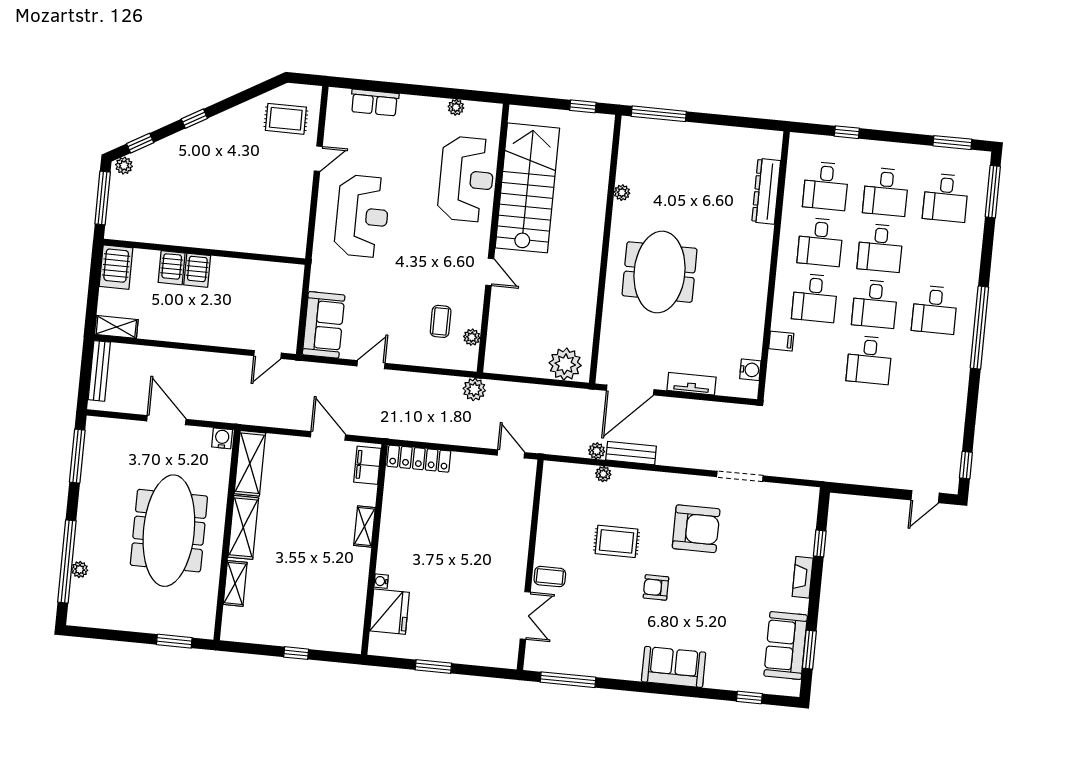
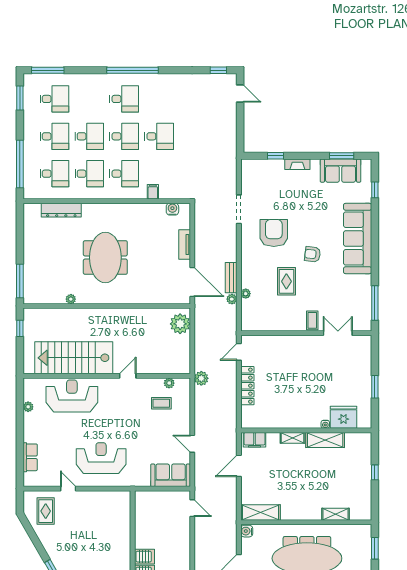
window: (847, 132) -> (20, 164), width x3.17
meeting table: (660, 272) -> (105, 257), moved, turned 90
locker: (419, 459) -> (247, 386), moved
shelving: (243, 527) -> (325, 440), moved
armchair: (656, 587) -> (313, 254), turned 96
sofa: (674, 667) -> (358, 239), width x1.85, depth x1.27

